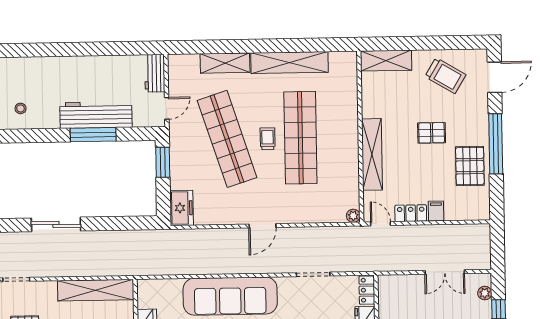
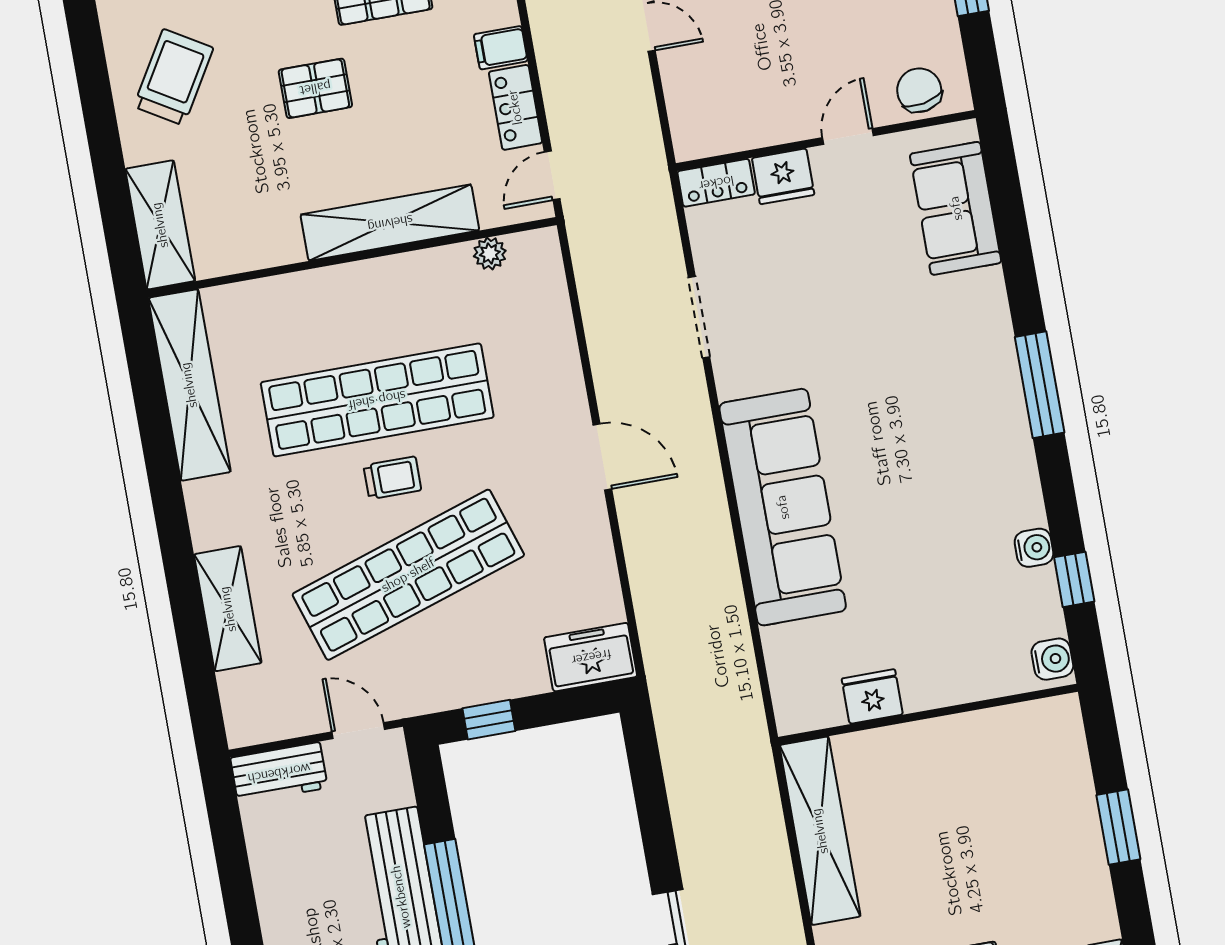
shelving: (289, 63) -> (189, 385), moved
pallet: (432, 133) -> (315, 88), turned 90
trolley: (268, 139) -> (392, 478), turned 180
window: (163, 162) -> (489, 720), width x0.67
plant: (353, 216) -> (490, 253), moved

